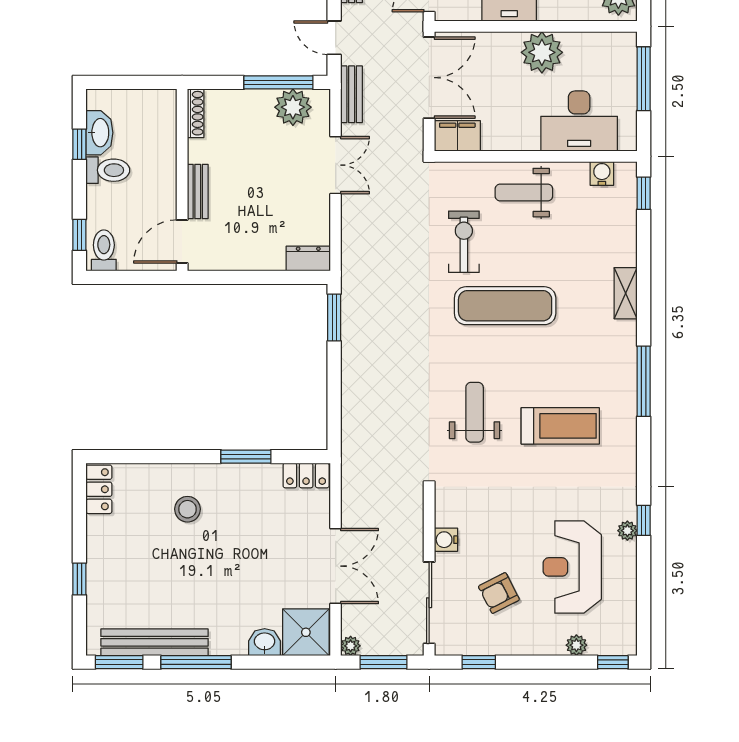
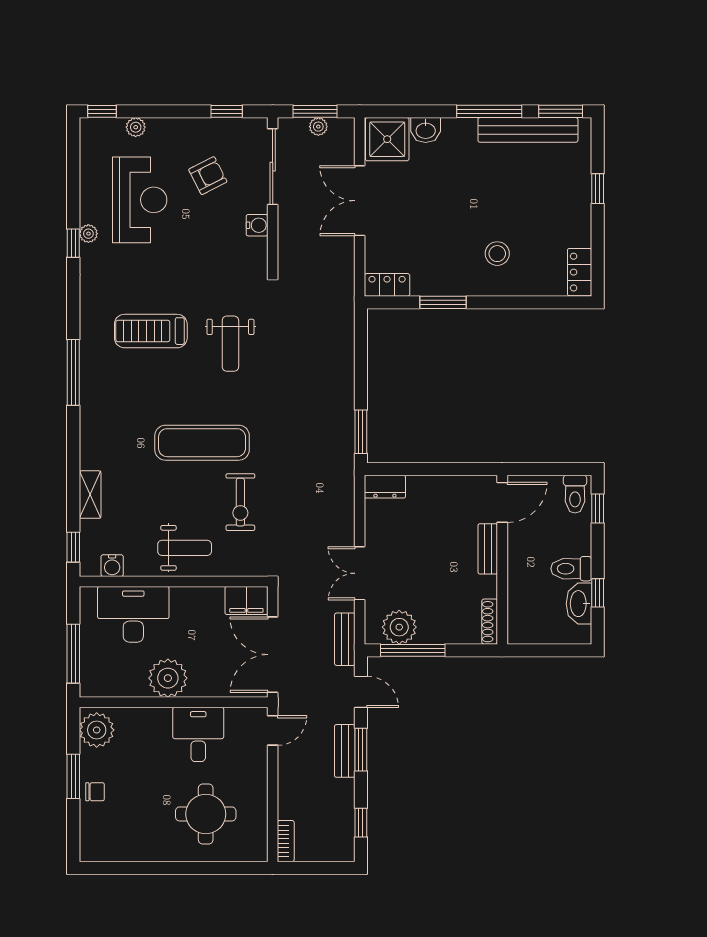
shelving: (626, 293) -> (90, 495), moved
plant: (351, 646) -> (318, 127), moved

